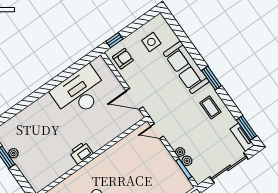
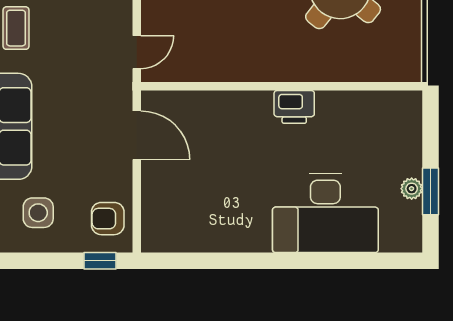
desk: (80, 92) -> (325, 213), moved
door: (157, 131) -> (137, 52), hinge flipped

